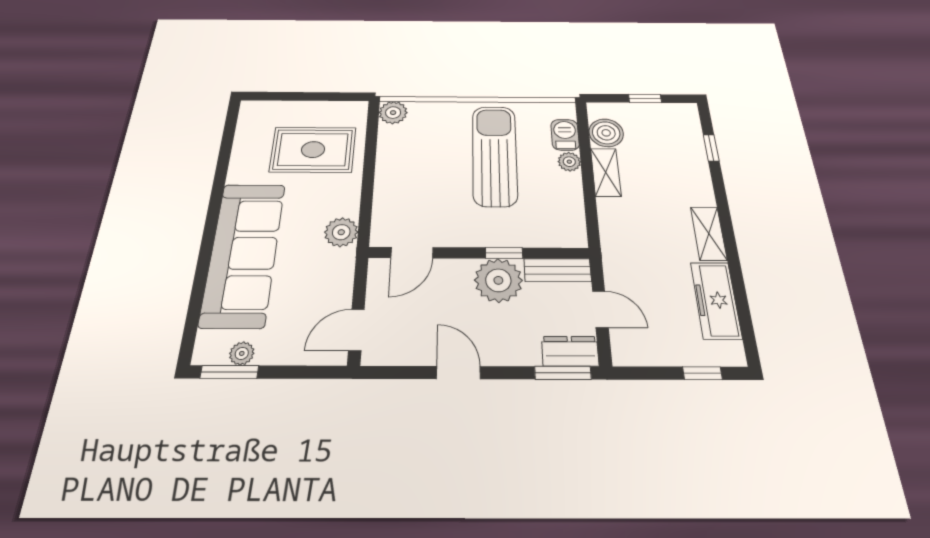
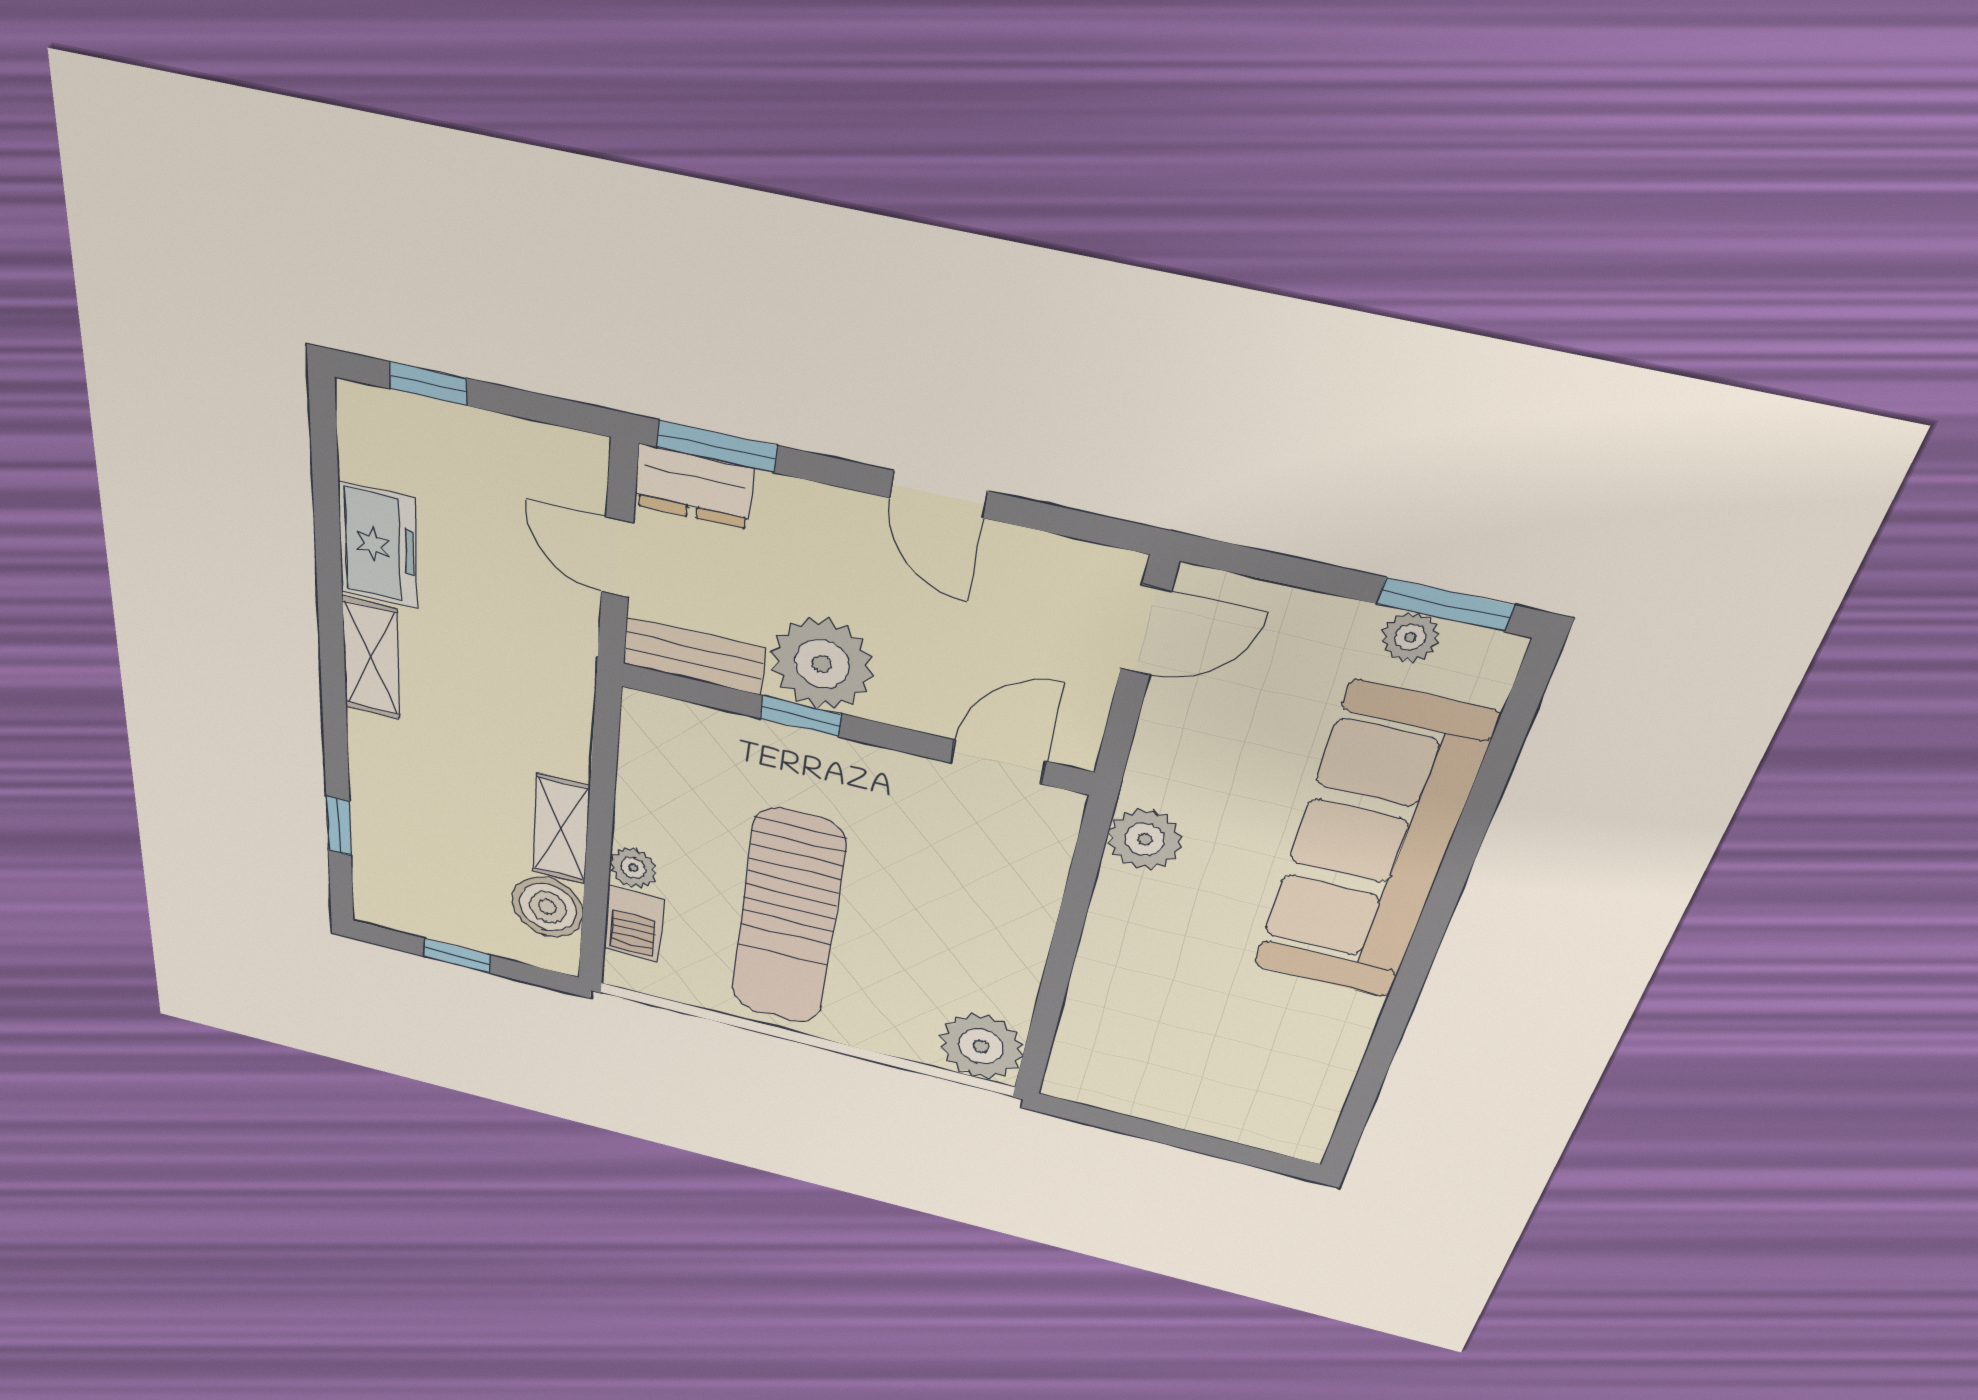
plant: (393, 113) -> (981, 1046), width x1.36, depth x1.36
rug: (313, 150) -> (1178, 1024), removed
freezer: (716, 300) -> (378, 545), width x0.71

